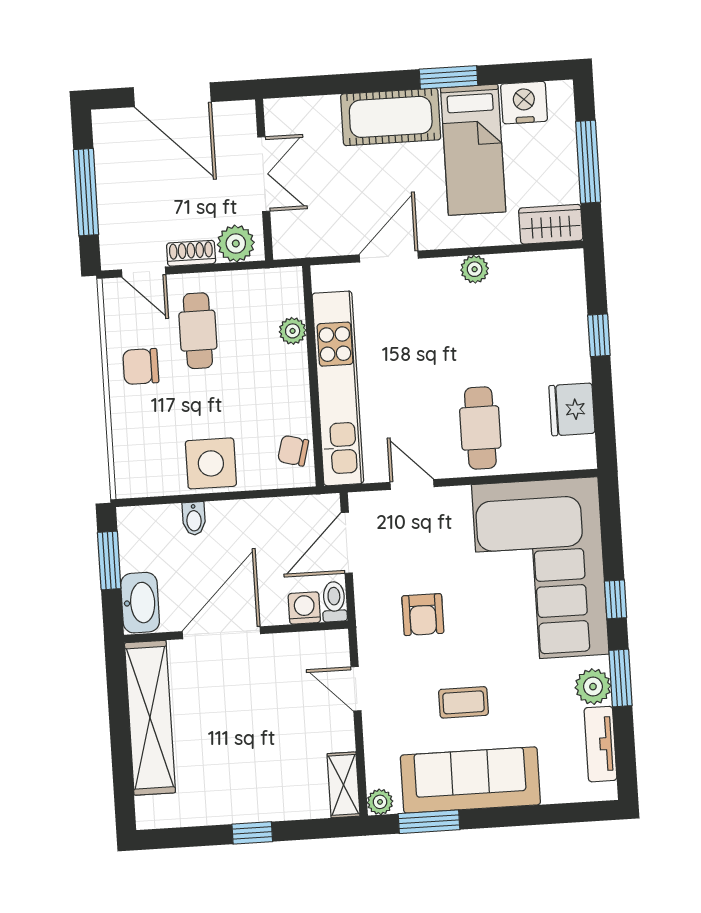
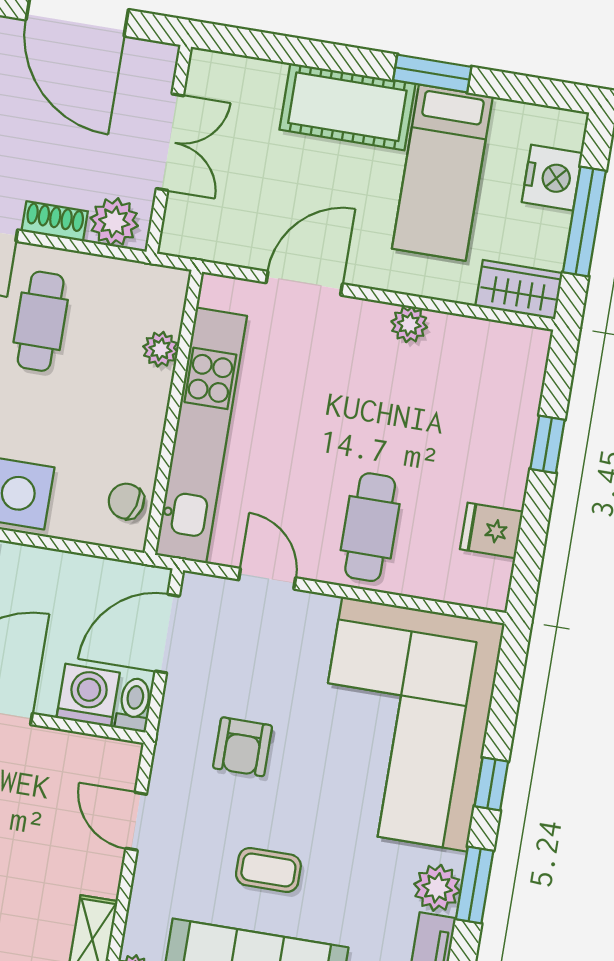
nightstand: (524, 103) -> (552, 178), moved, turned 90
fridge: (572, 409) -> (492, 530), width x0.72
washing machine: (304, 608) -> (88, 695), width x1.38, depth x1.38

